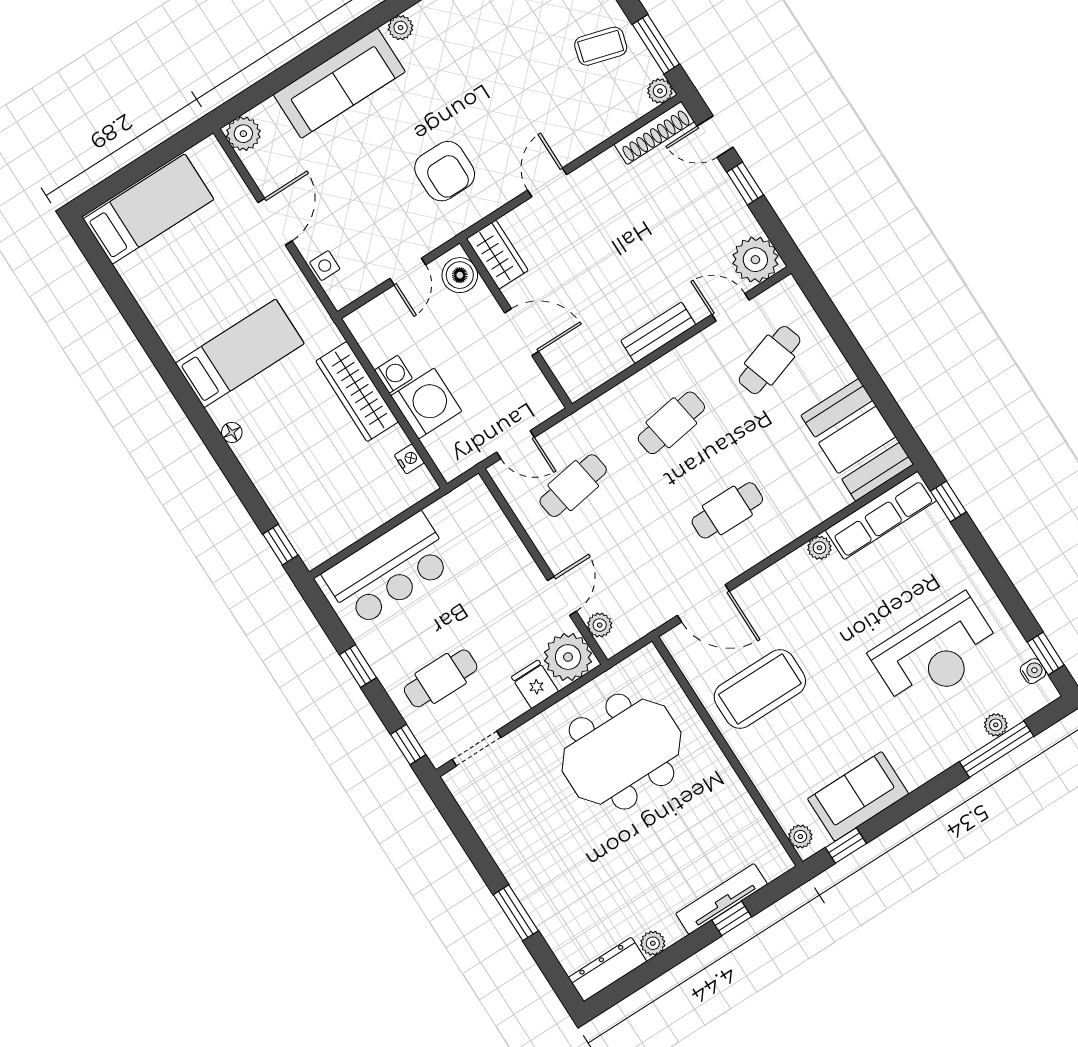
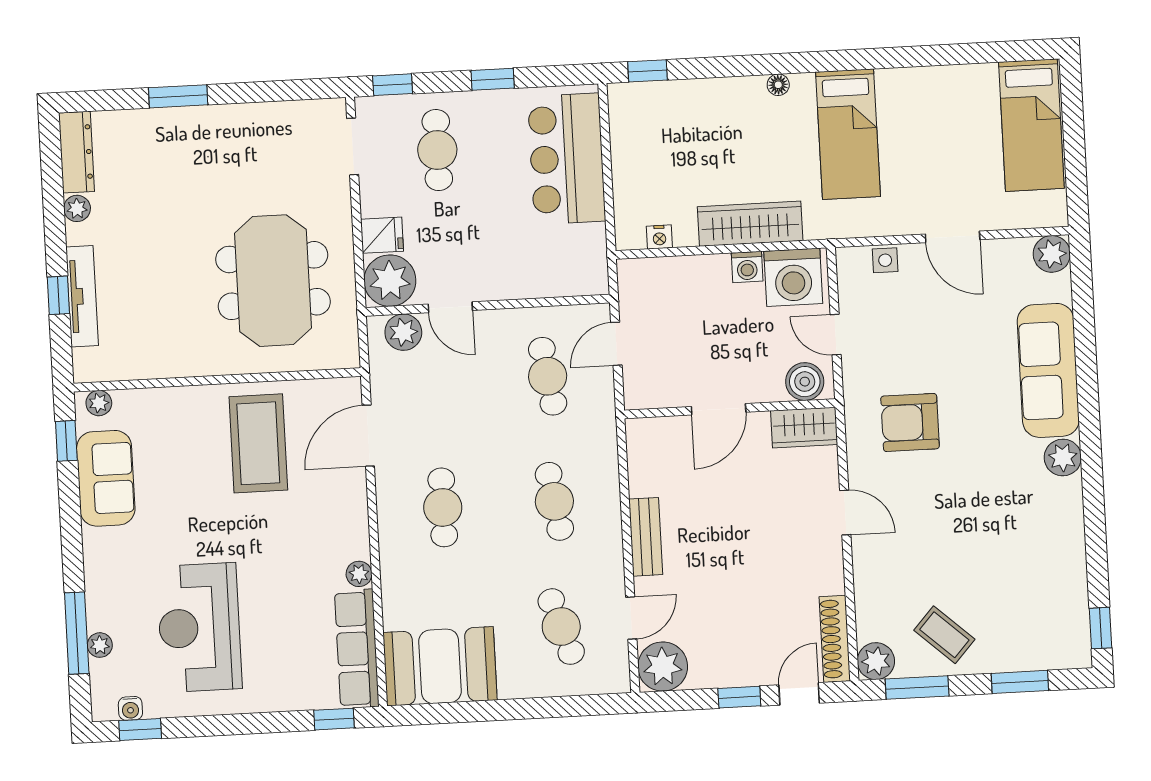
plant: (401, 28) -> (1063, 457), width x1.38, depth x1.38
coffee table: (601, 46) -> (944, 635), turned -64
plant: (660, 91) -> (876, 661), width x1.38, depth x1.38
washing machine: (426, 403) -> (793, 277), moved
plant: (600, 625) -> (403, 332), width x1.38, depth x1.38

